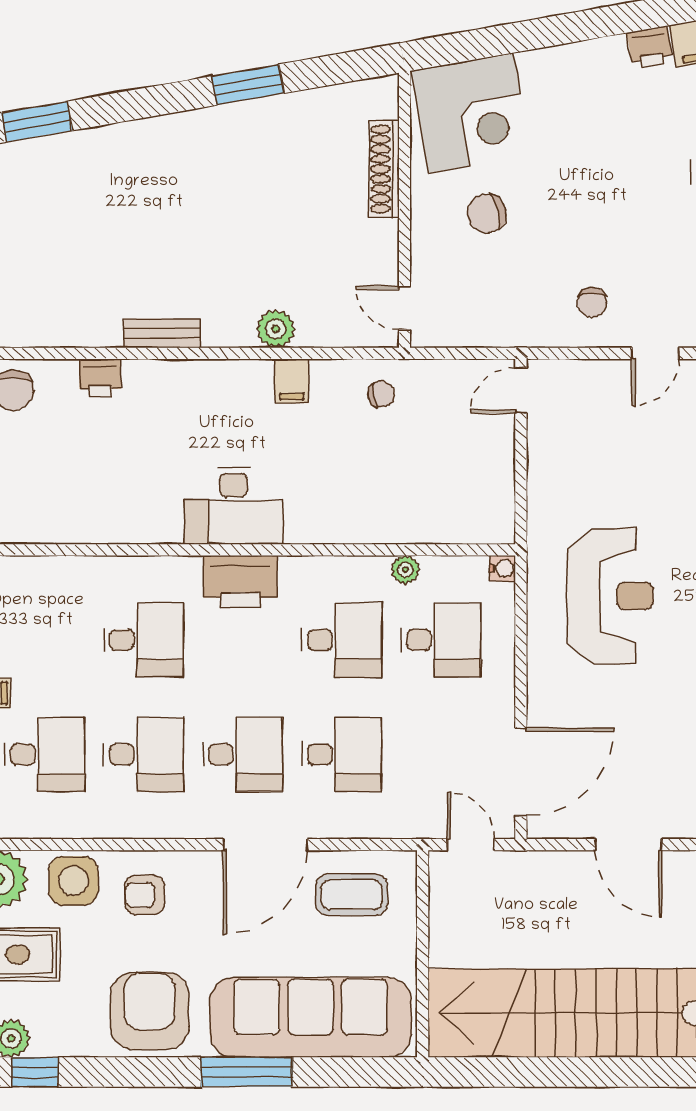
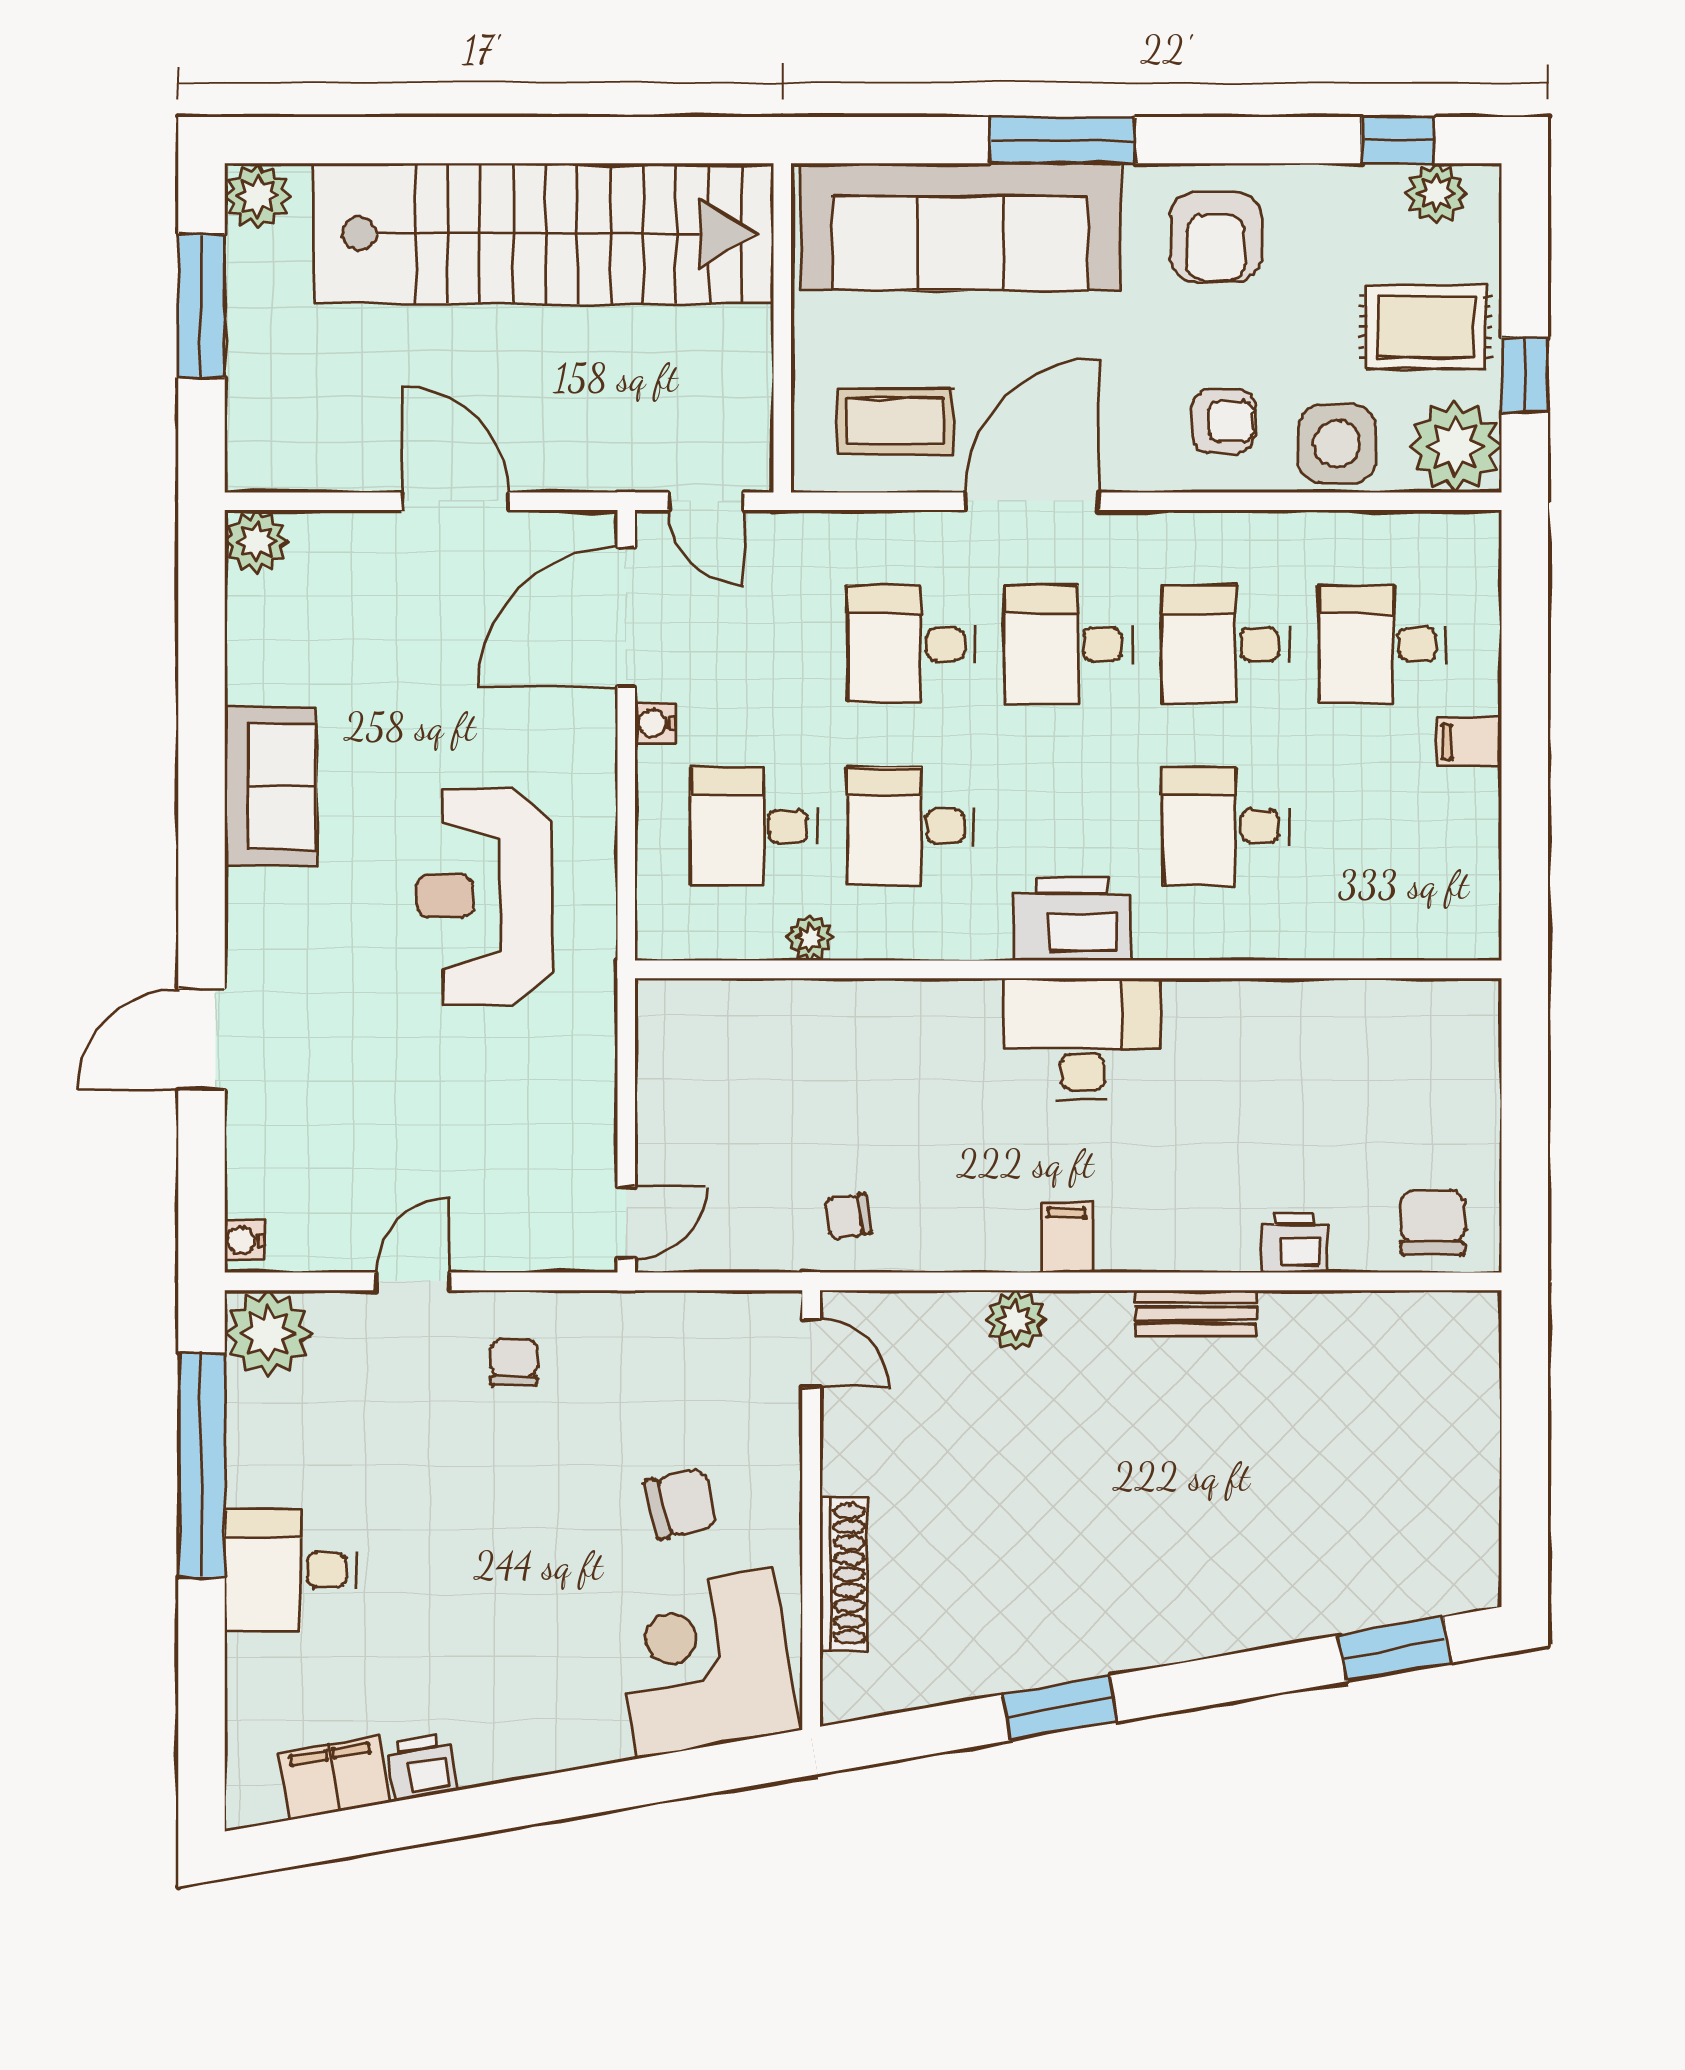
filing cabinet: (292, 381) -> (1067, 1237), moved
water cooler: (503, 568) -> (655, 723), moved
armchair: (150, 1011) -> (1216, 237), width x0.73, depth x0.73

